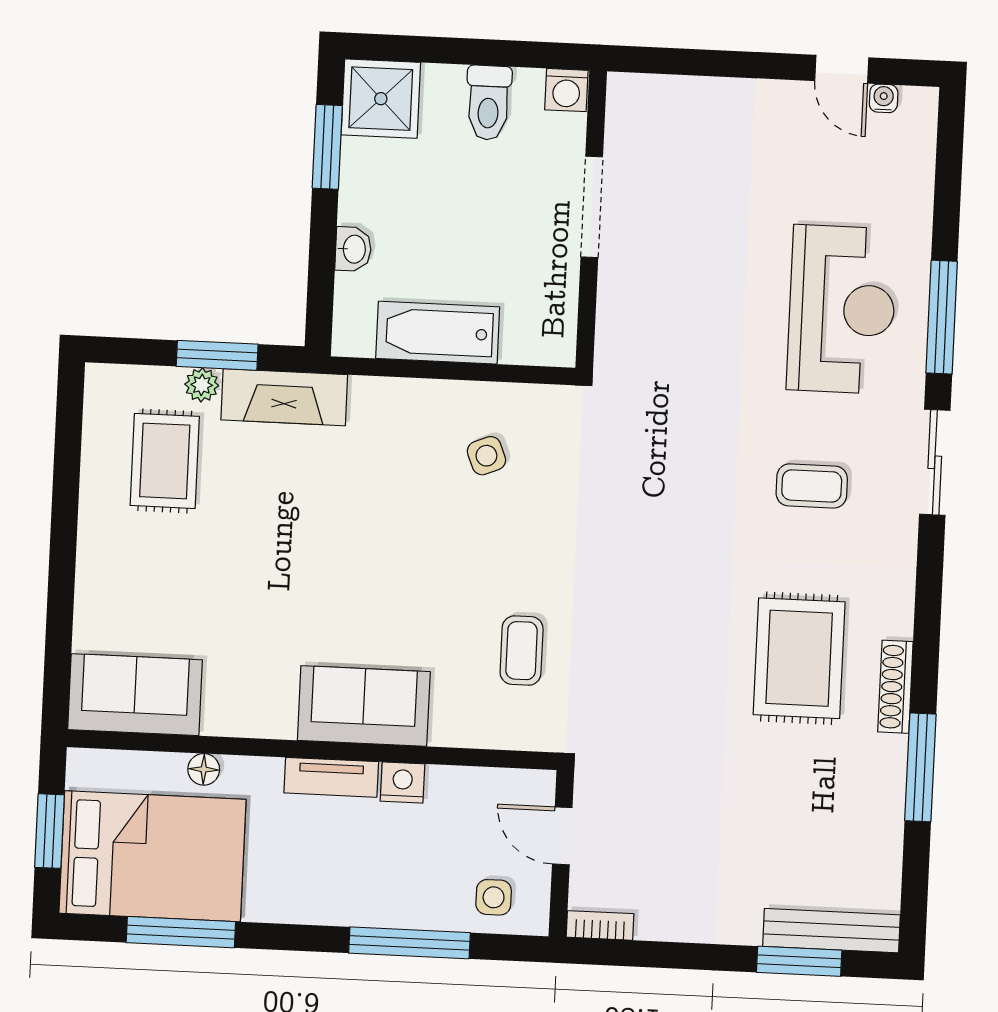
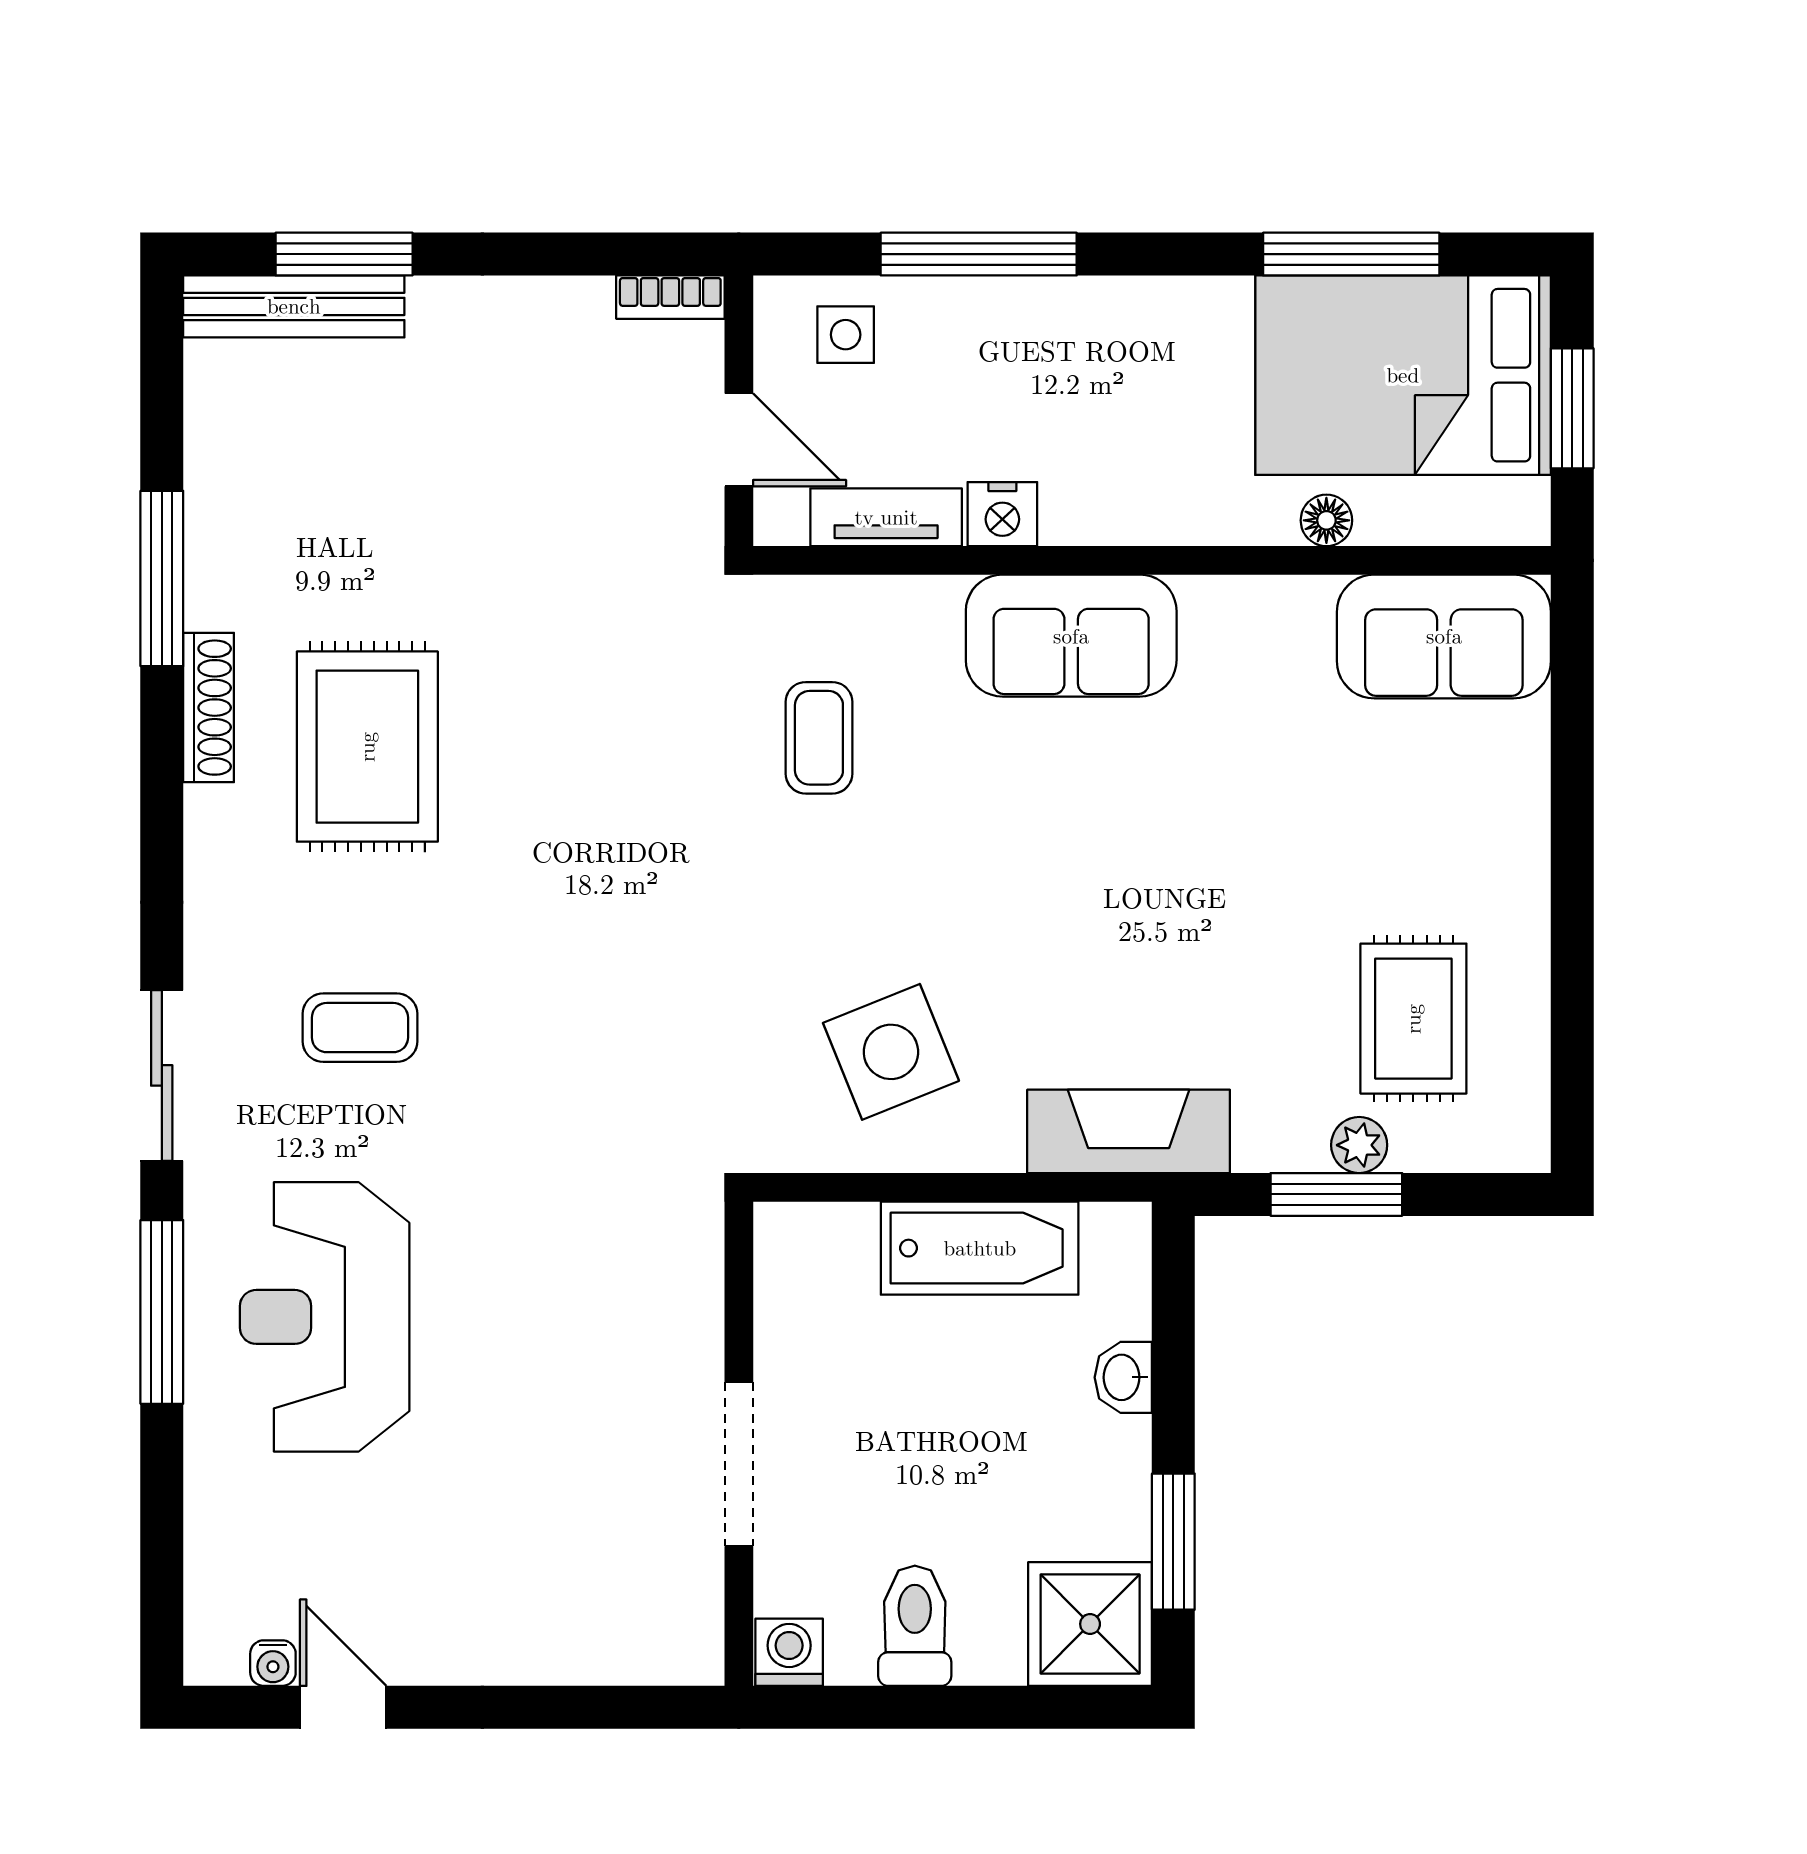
fireplace: (284, 397) -> (1129, 1131), moved
side table: (486, 456) -> (891, 1052), width x1.87, depth x1.87
tv unit: (331, 777) -> (886, 517), moved

